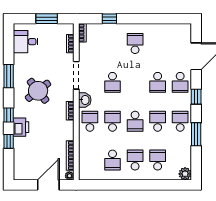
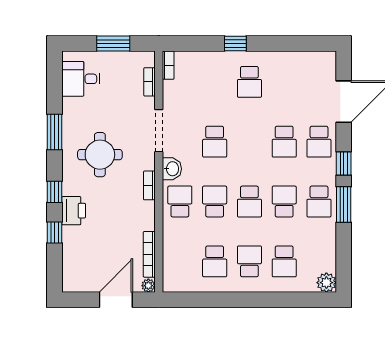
window: (109, 19) -> (235, 44), moved
school desk: (135, 44) -> (249, 82), turned 180
round table: (38, 91) -> (100, 155), turned 38
school desk: (180, 121) -> (319, 202), turned 180
window: (196, 134) -> (344, 204), moved
school desk: (158, 160) -> (284, 261), turned 180

